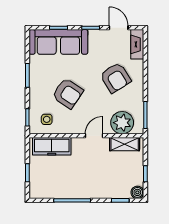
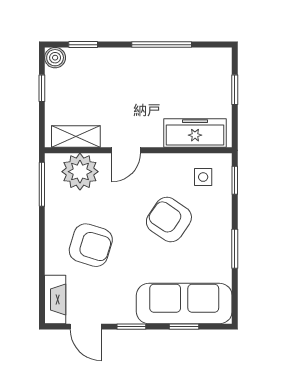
armchair: (115, 78) -> (91, 245), turned 139

